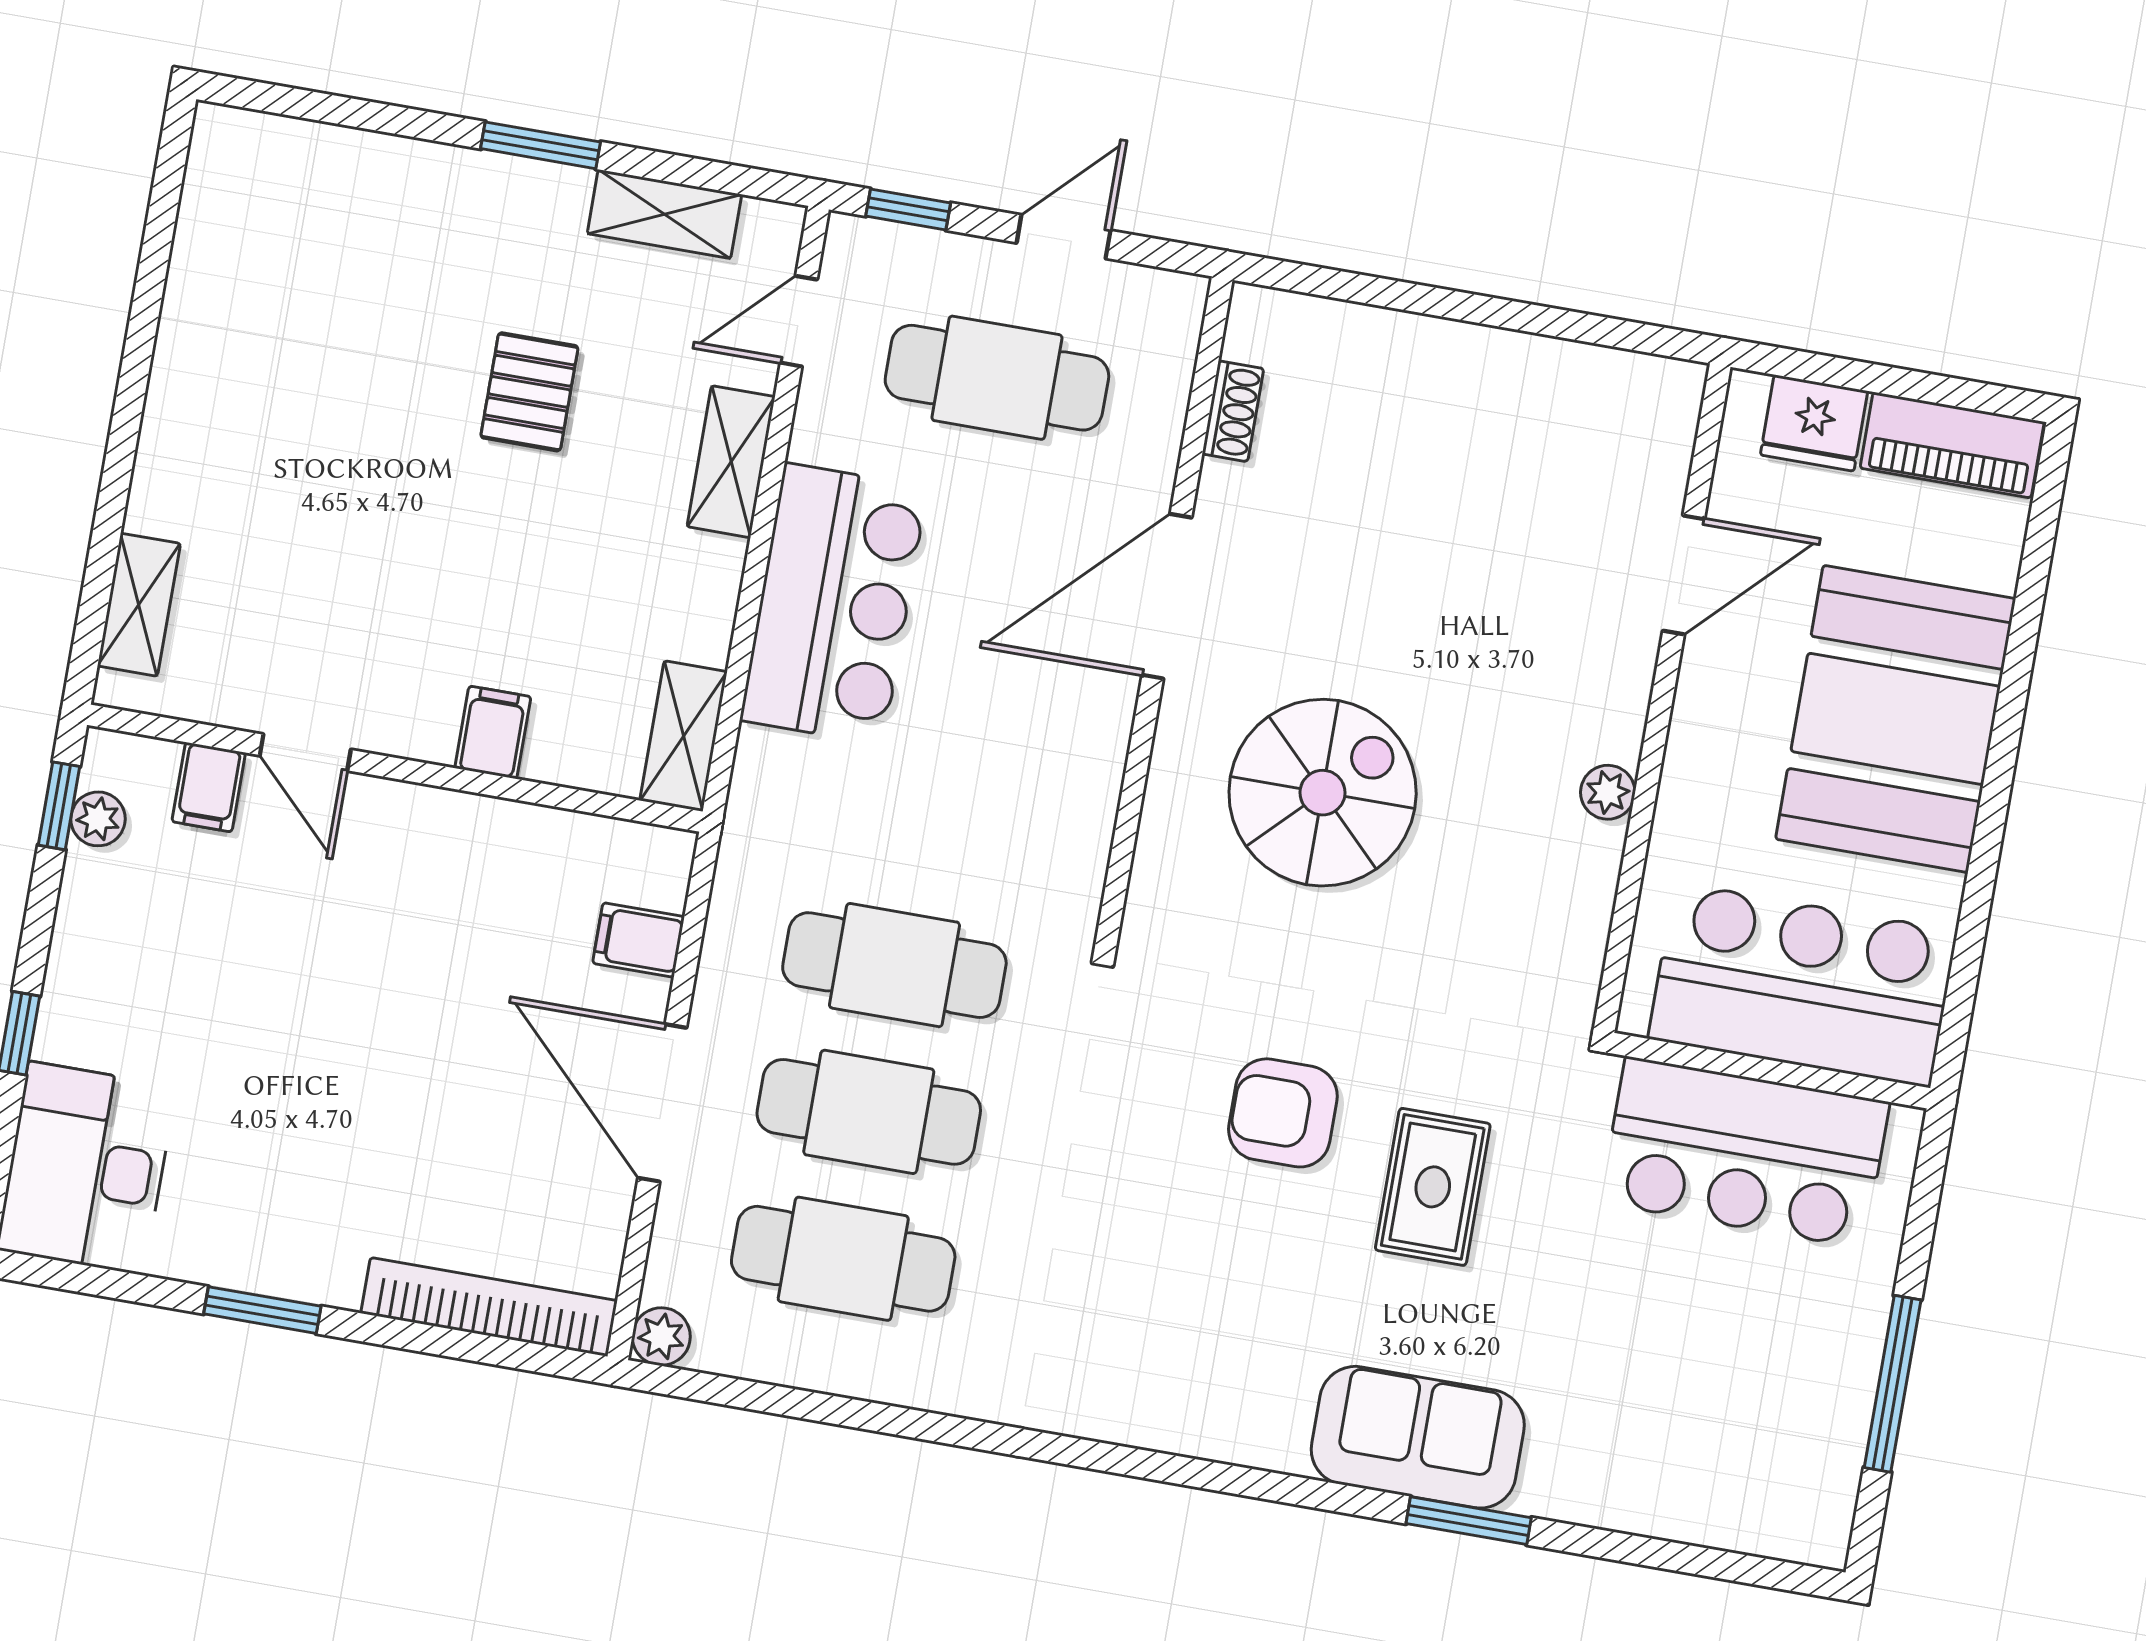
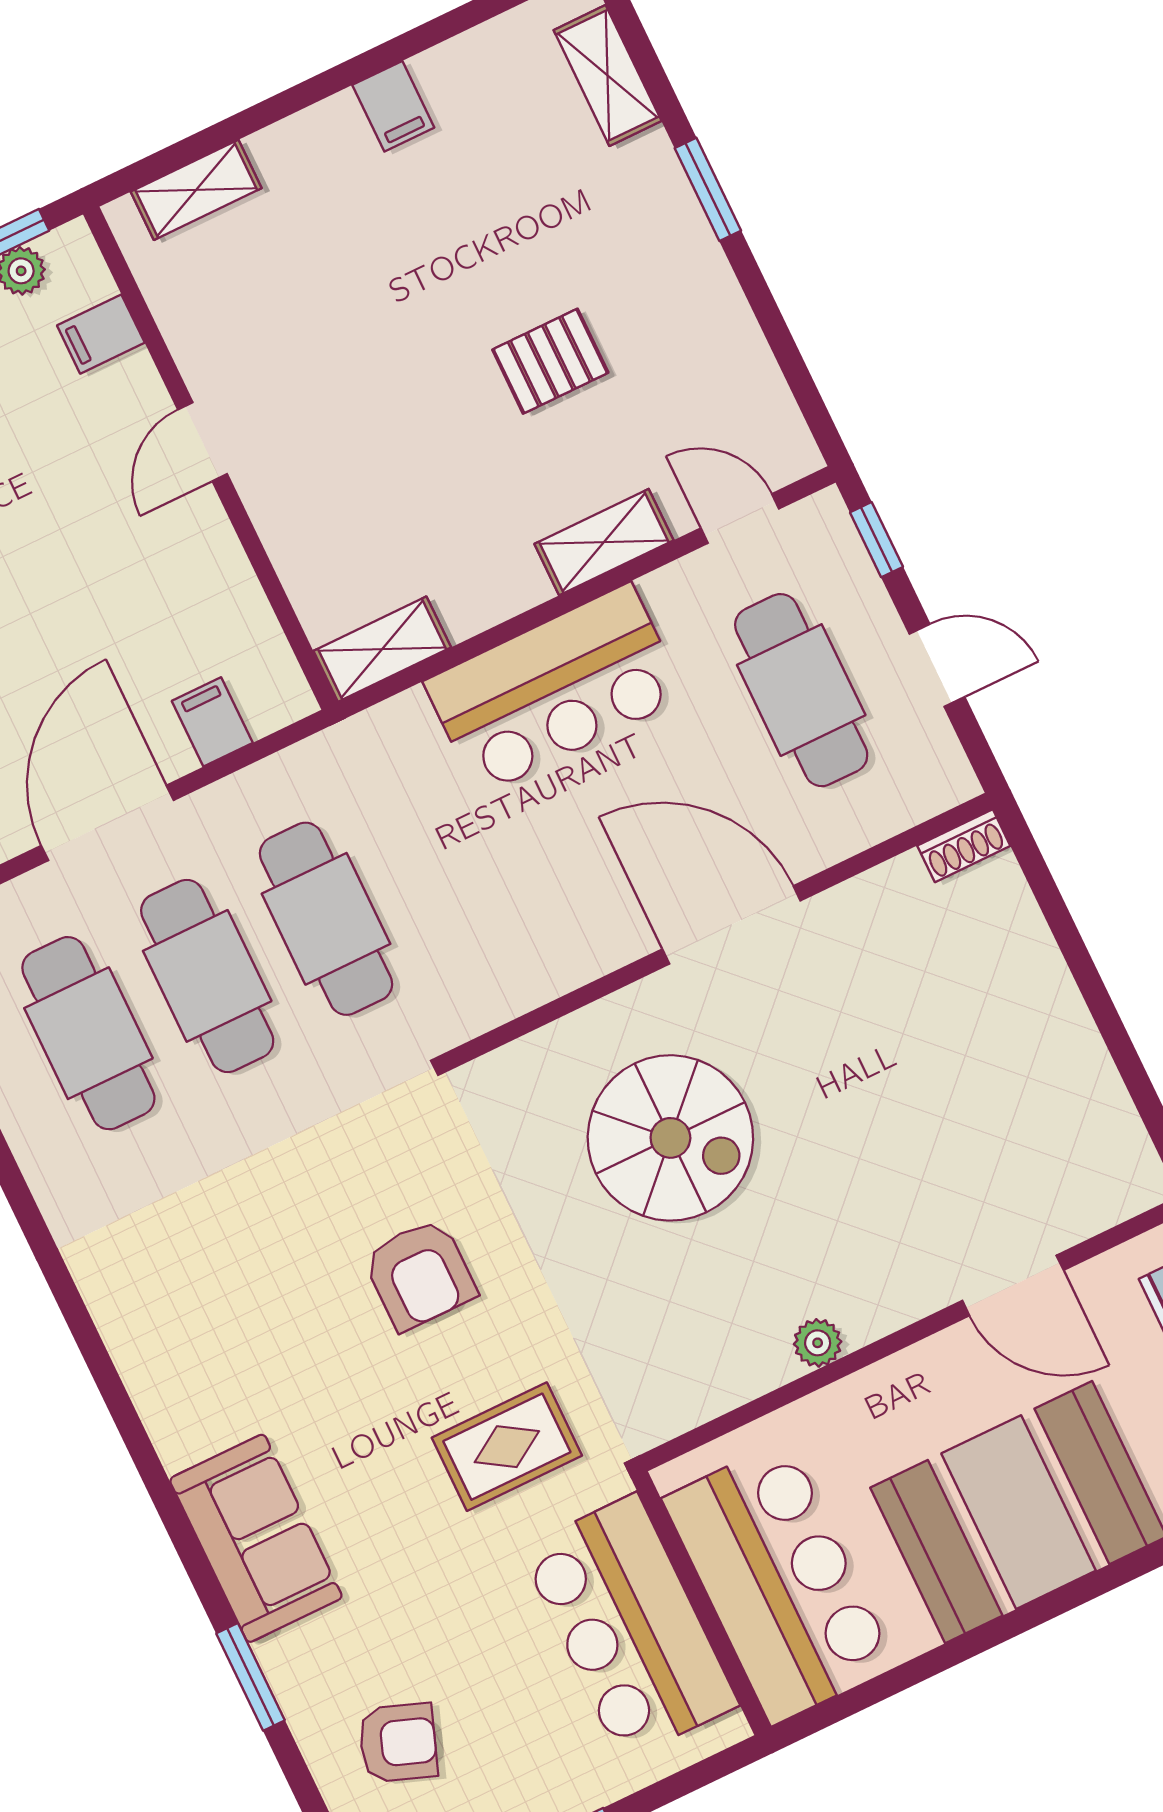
window: (541, 145) -> (708, 189), moved
shelving: (664, 214) -> (608, 75), moved
shoe rack: (1233, 411) -> (964, 846), moved
filing cabinet: (493, 732) -> (393, 106), moved, turned 90
door: (305, 753) -> (202, 442), moved
armchair: (1283, 1113) -> (420, 1274), turned 180
rug: (1433, 1187) -> (507, 1447), moved
armchair: (1699, 1441) -> (398, 1743), added
window: (1469, 1521) -> (250, 1677), moved

